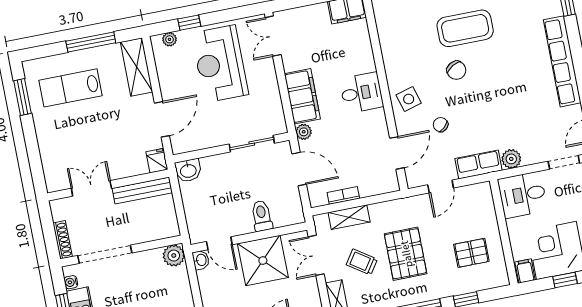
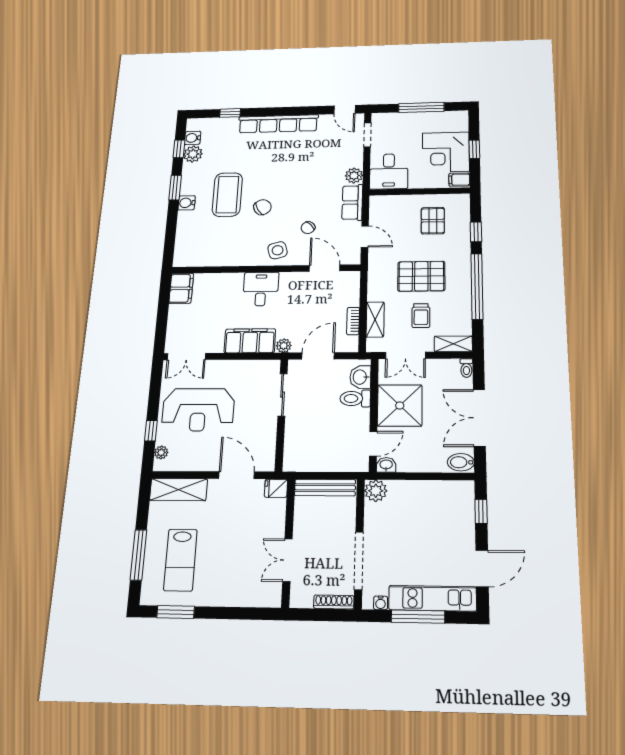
window: (91, 42) -> (138, 555), moved
washbasin: (188, 170) -> (360, 377), moved, turned 180
bench: (142, 190) -> (325, 488), moved, turned 90
trolley: (362, 262) -> (421, 316), turned -34

